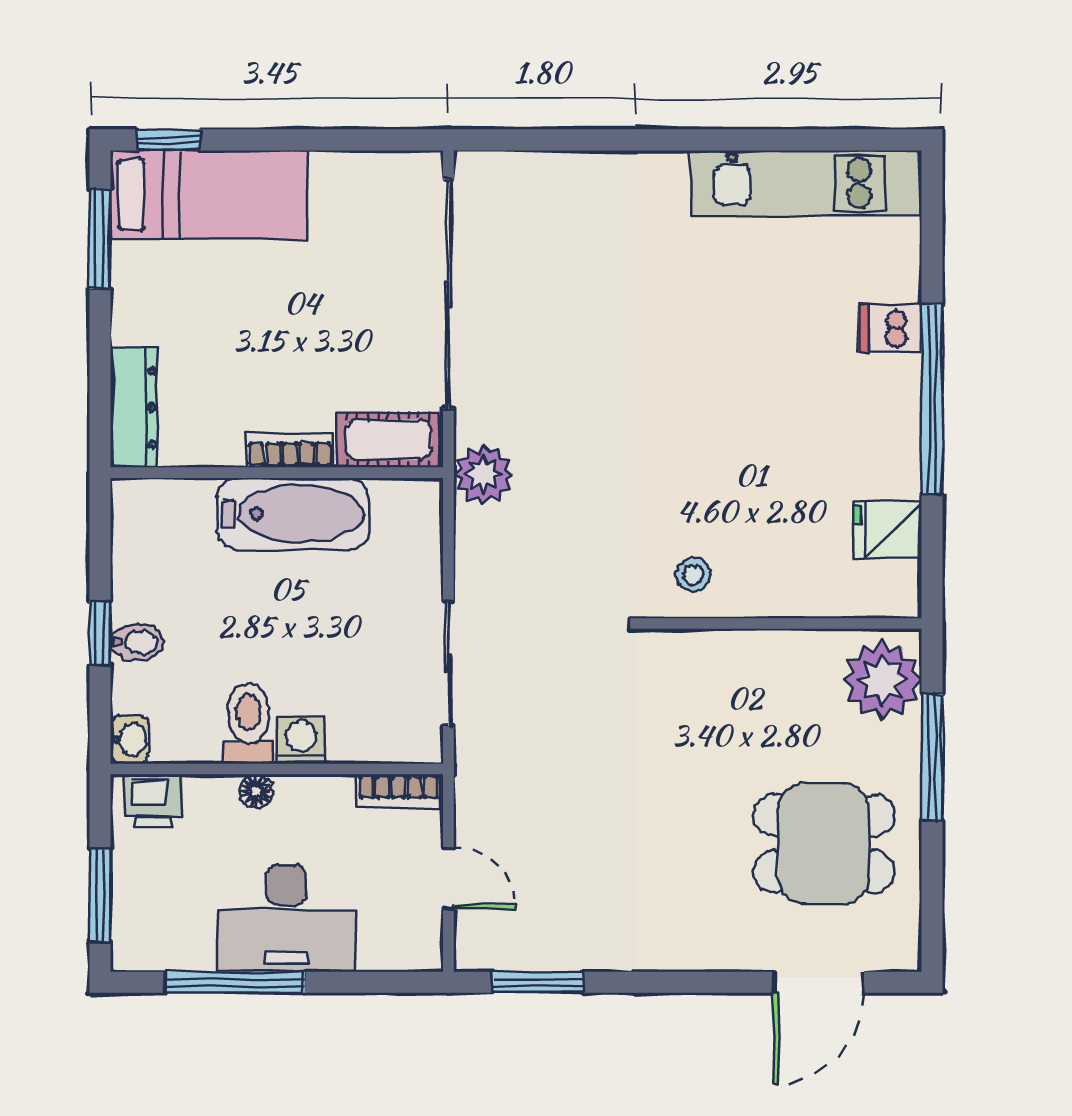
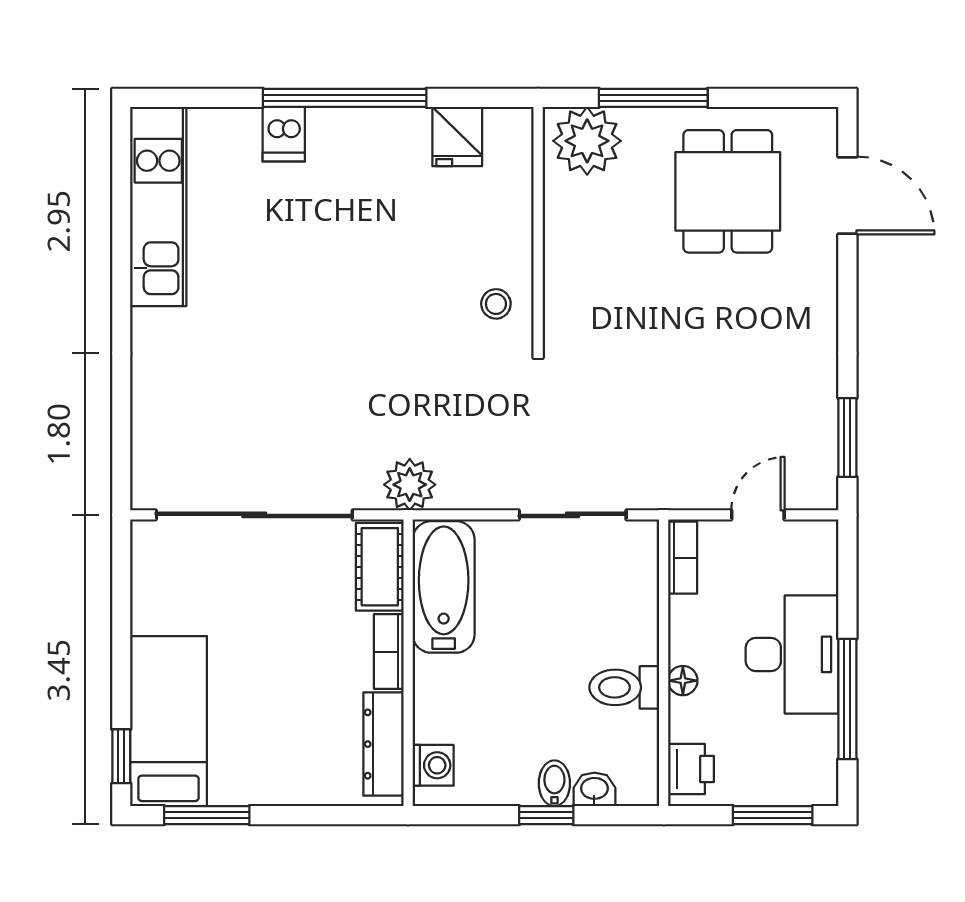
dresser: (134, 408) -> (383, 744), moved, turned -90
bathtub: (293, 514) -> (444, 587), moved
washbasin: (130, 740) -> (594, 789), moved
washing machine: (301, 740) -> (433, 765), moved, turned 180

